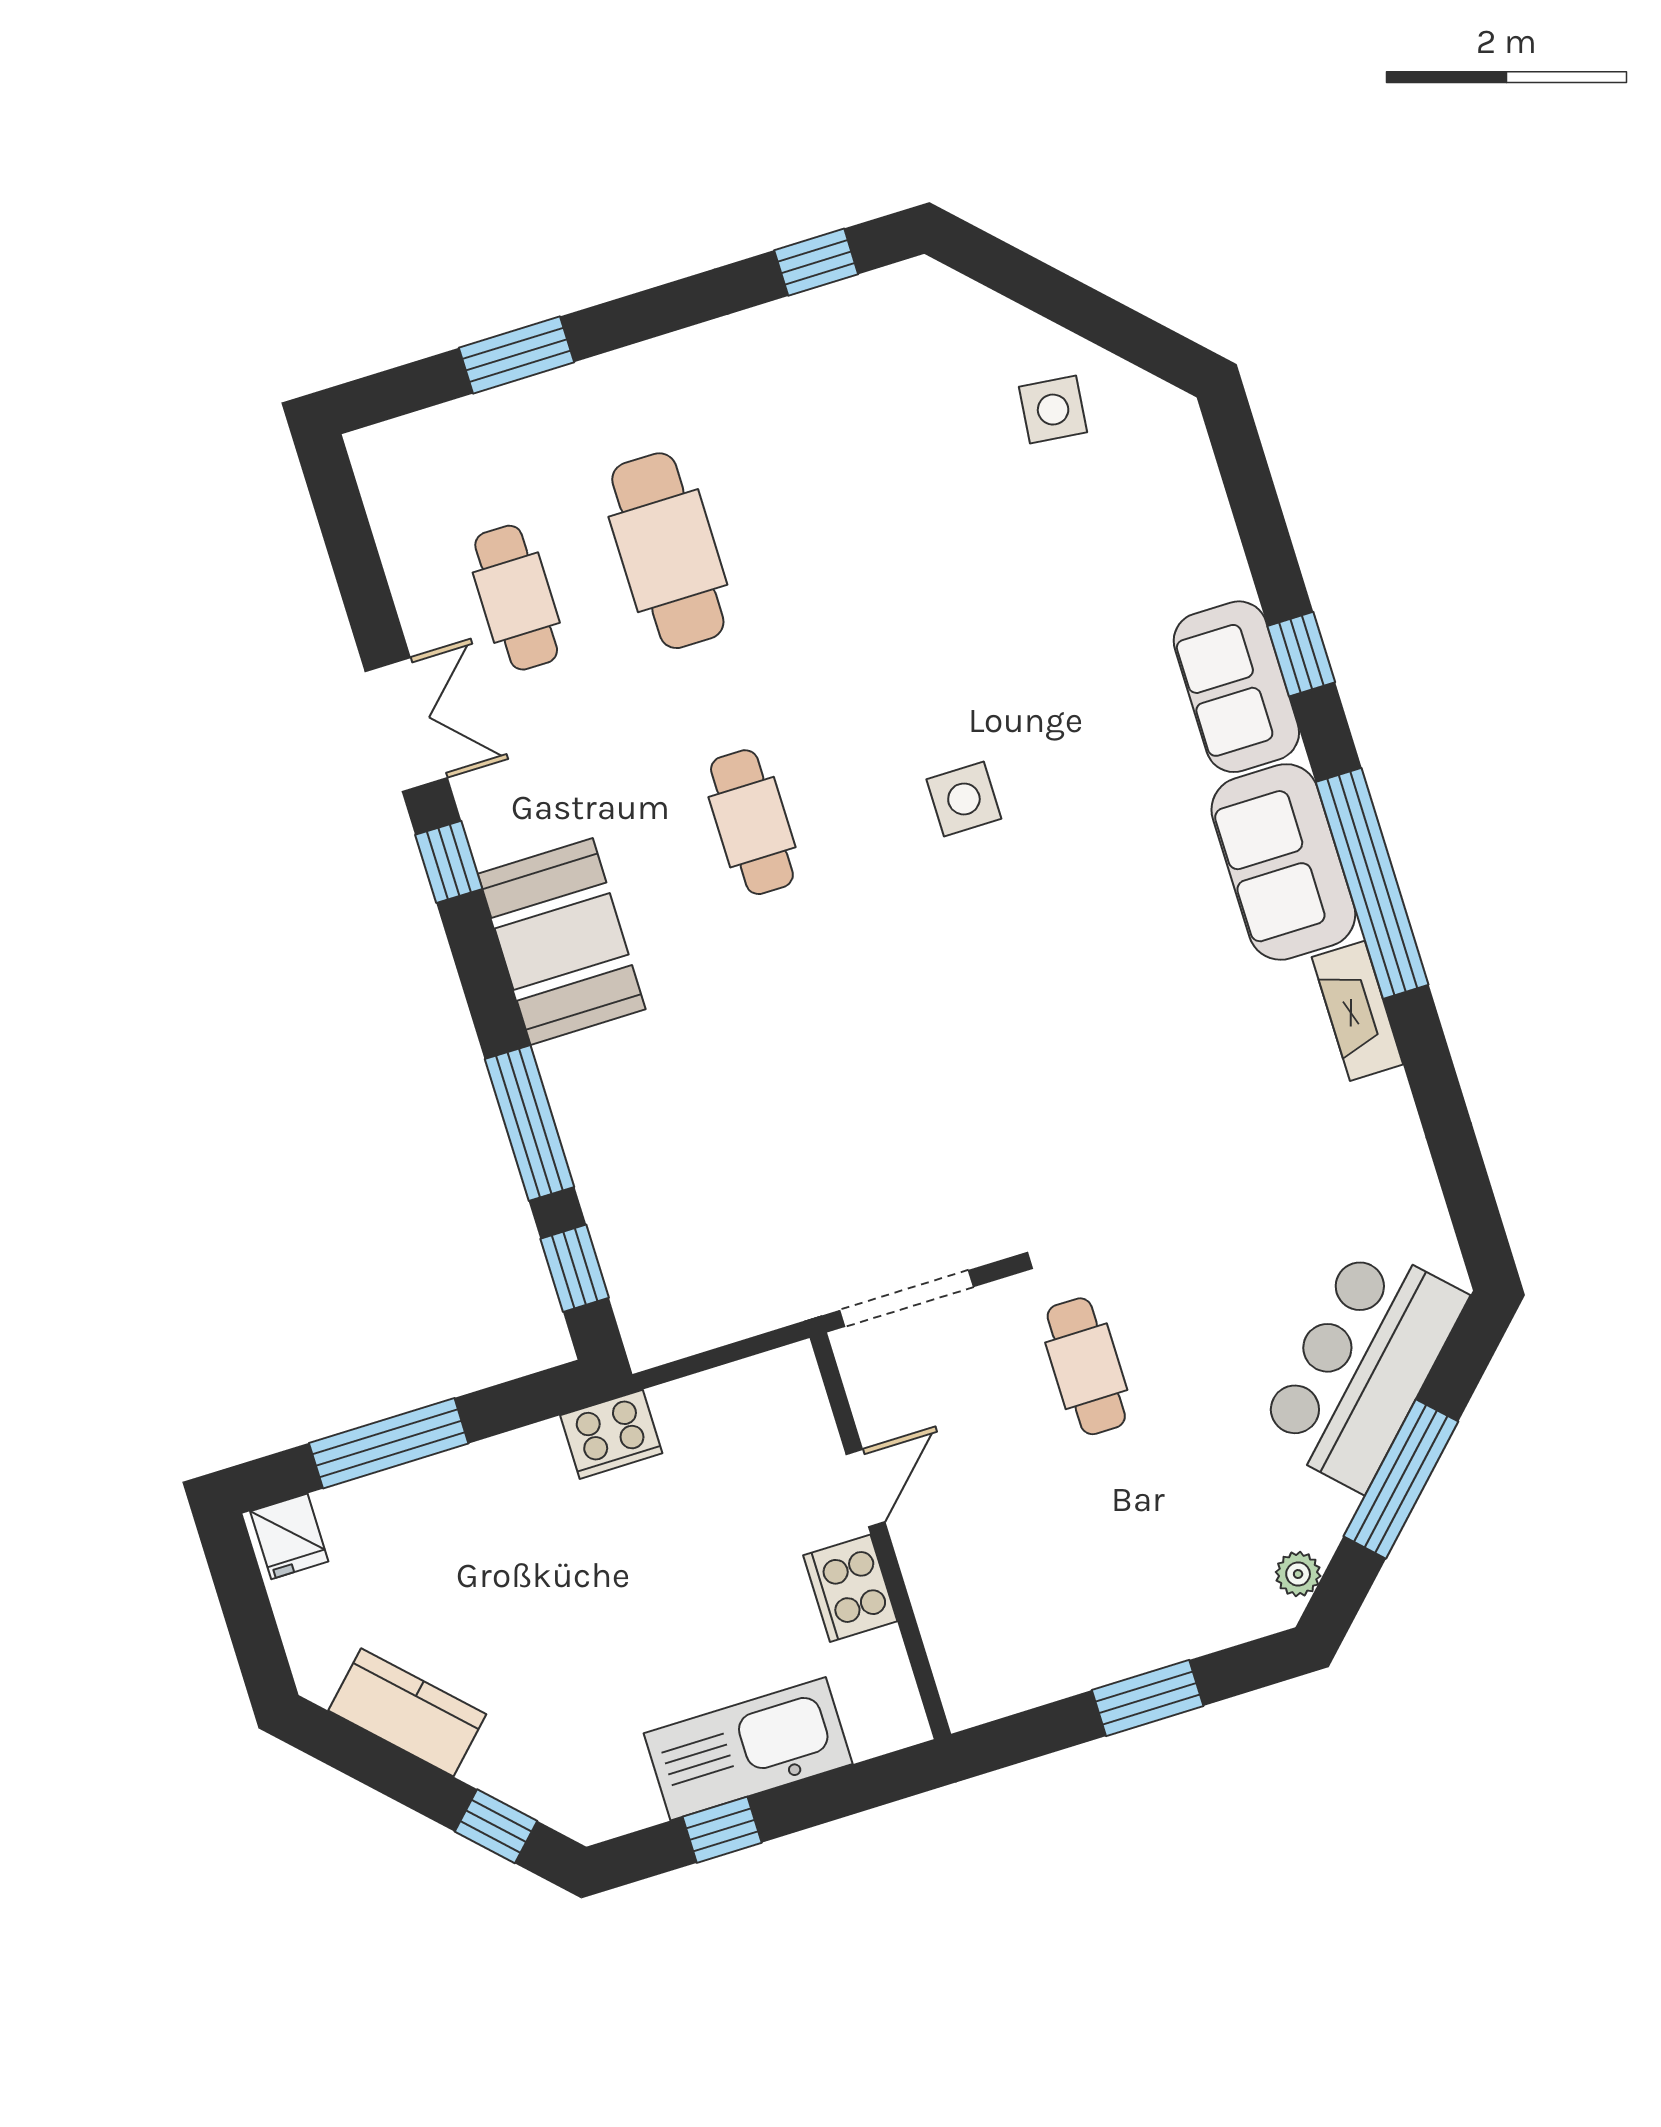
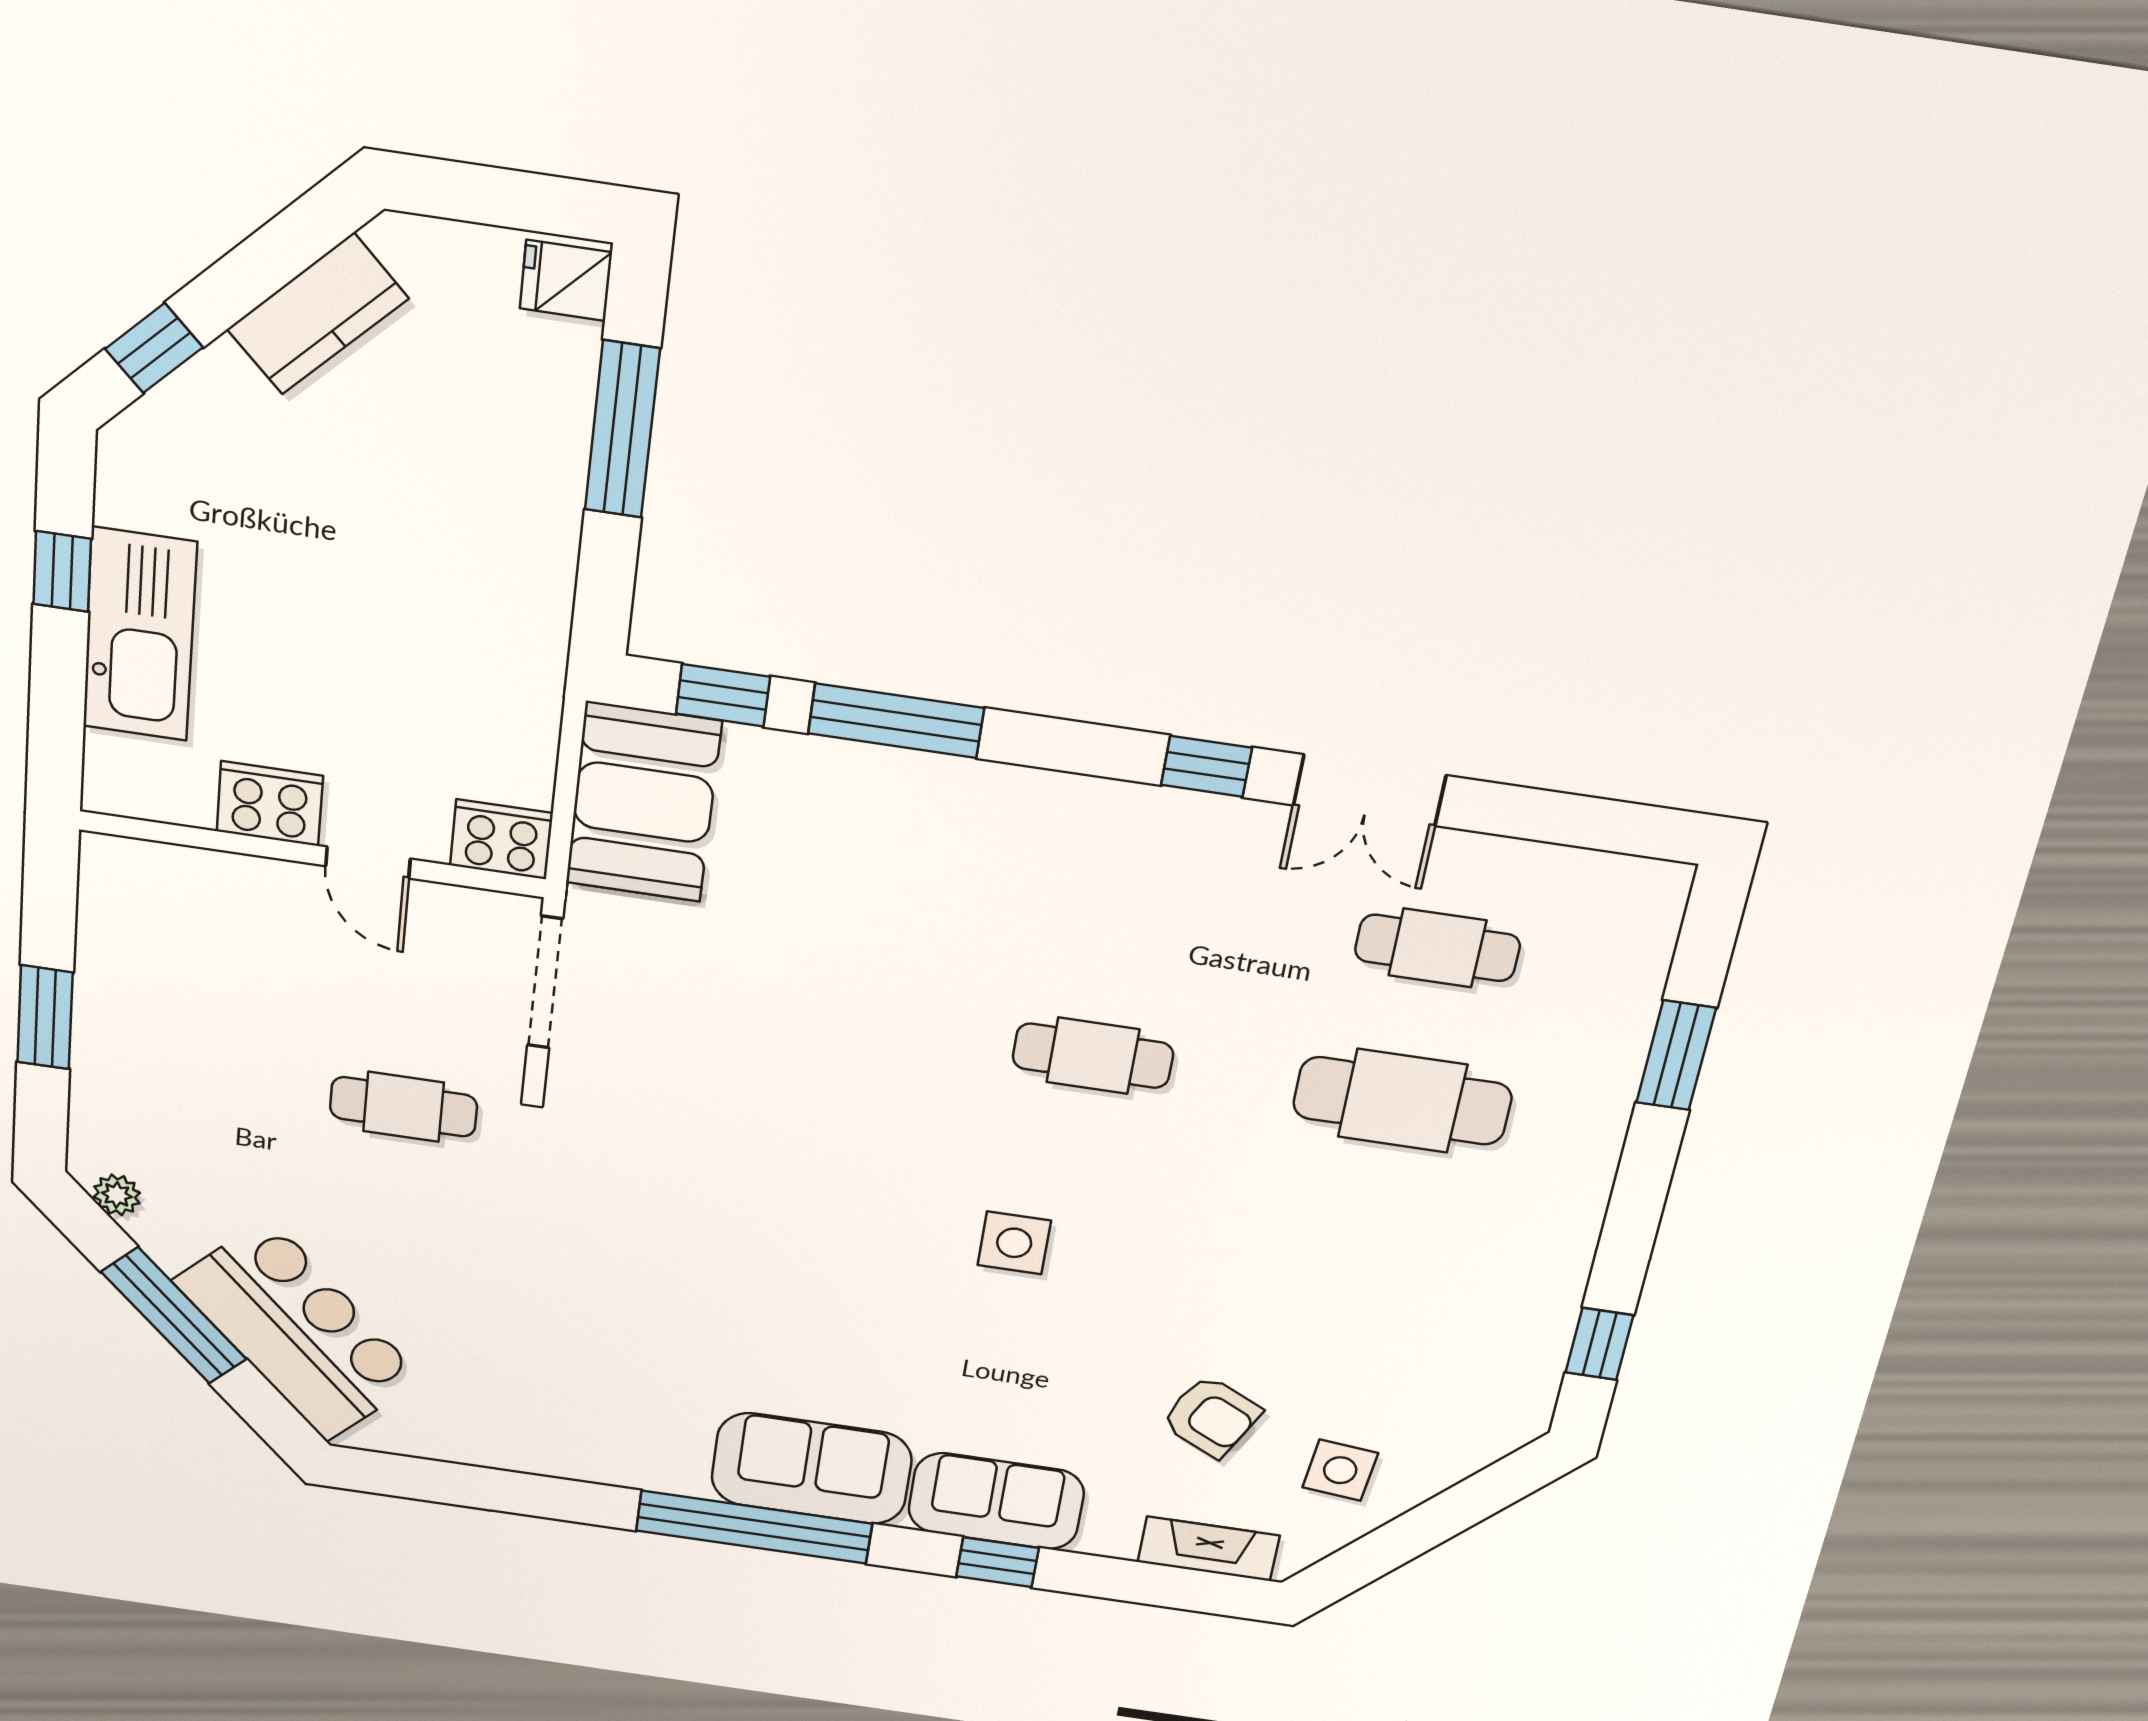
armchair: (1054, 547) -> (1211, 1417), added
booth: (562, 942) -> (643, 802), moved, turned 90
fireplace: (1357, 1011) -> (1209, 1549), moved
cooker: (611, 1434) -> (501, 839), moved, turned 90

